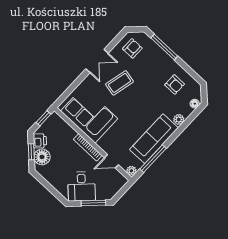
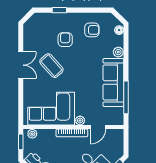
window: (164, 47) -> (59, 10), width x0.46
armchair: (132, 48) -> (65, 40), moved
coffee table: (119, 83) -> (51, 66), turned -55
plant: (58, 120) -> (32, 134), added
plant: (131, 171) -> (80, 120), moved

